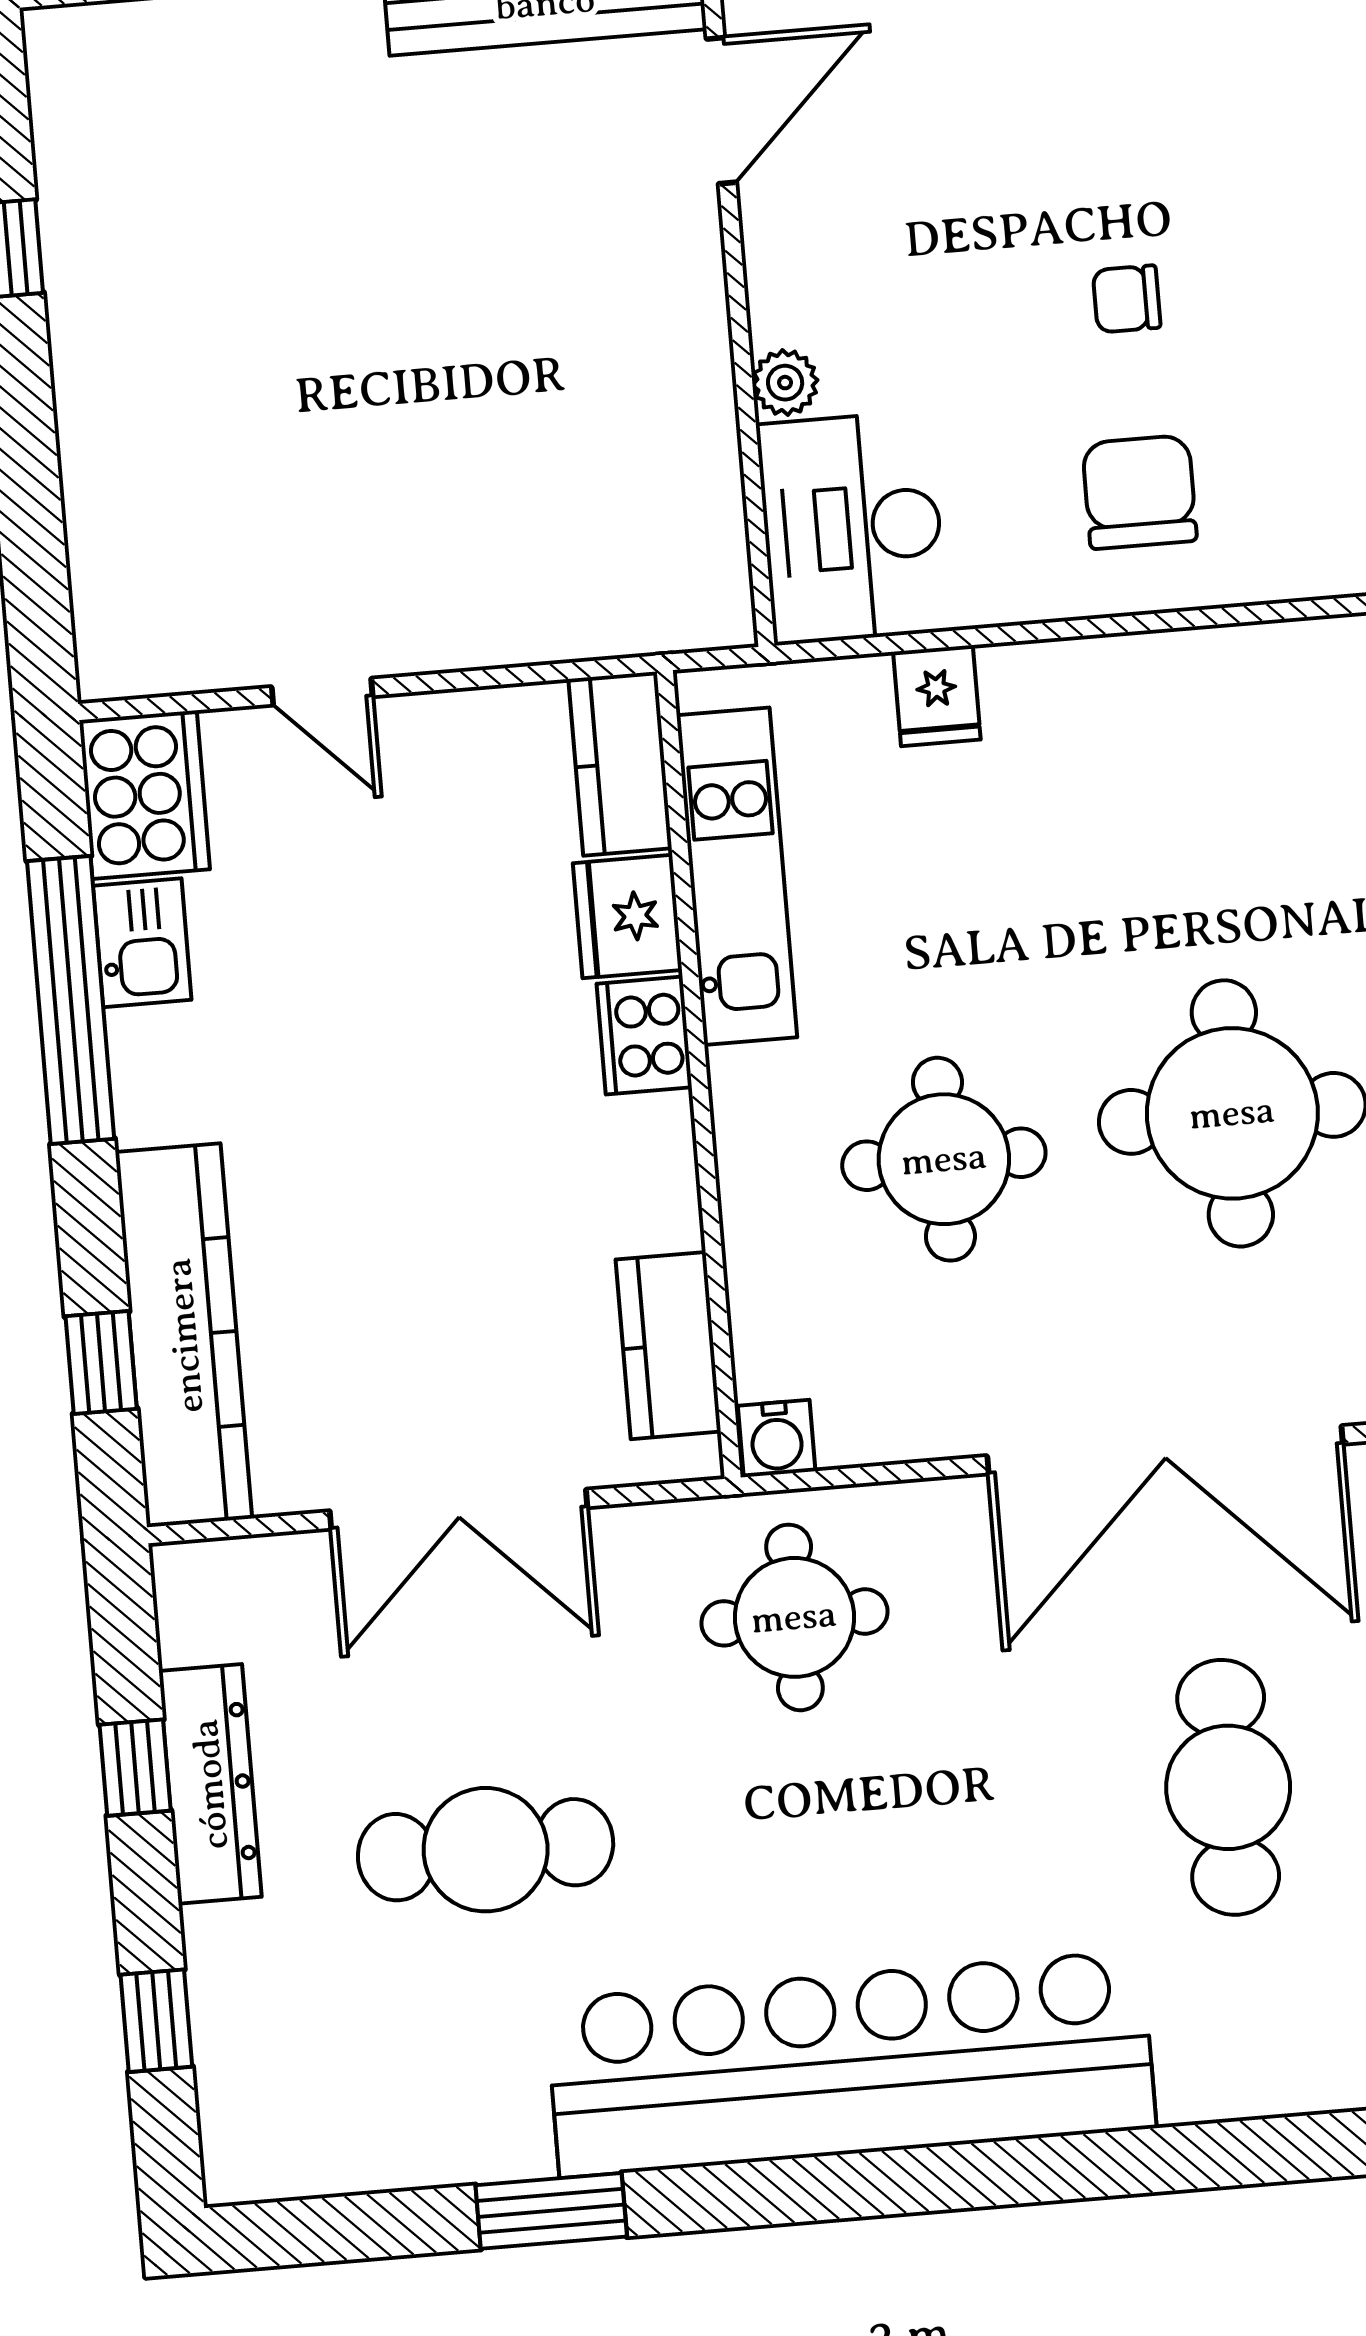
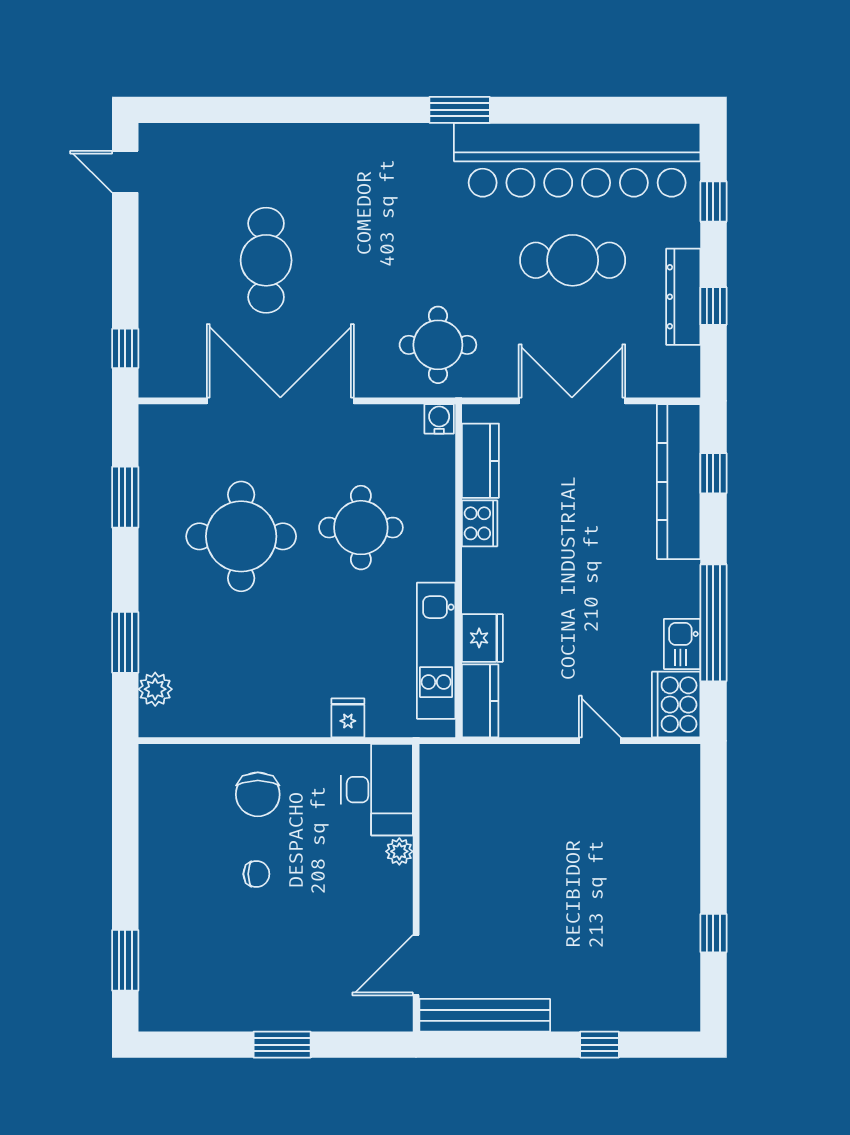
cooker: (644, 1036) -> (480, 523), moved
bar counter: (851, 2064) -> (577, 160), moved
window: (551, 2211) -> (460, 110), moved

